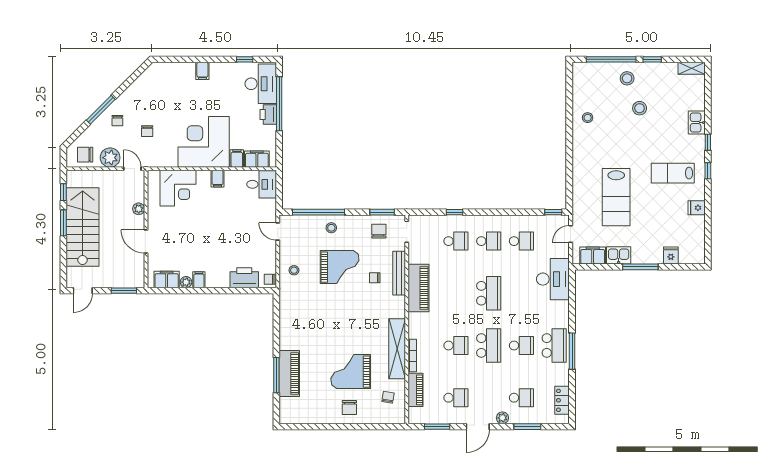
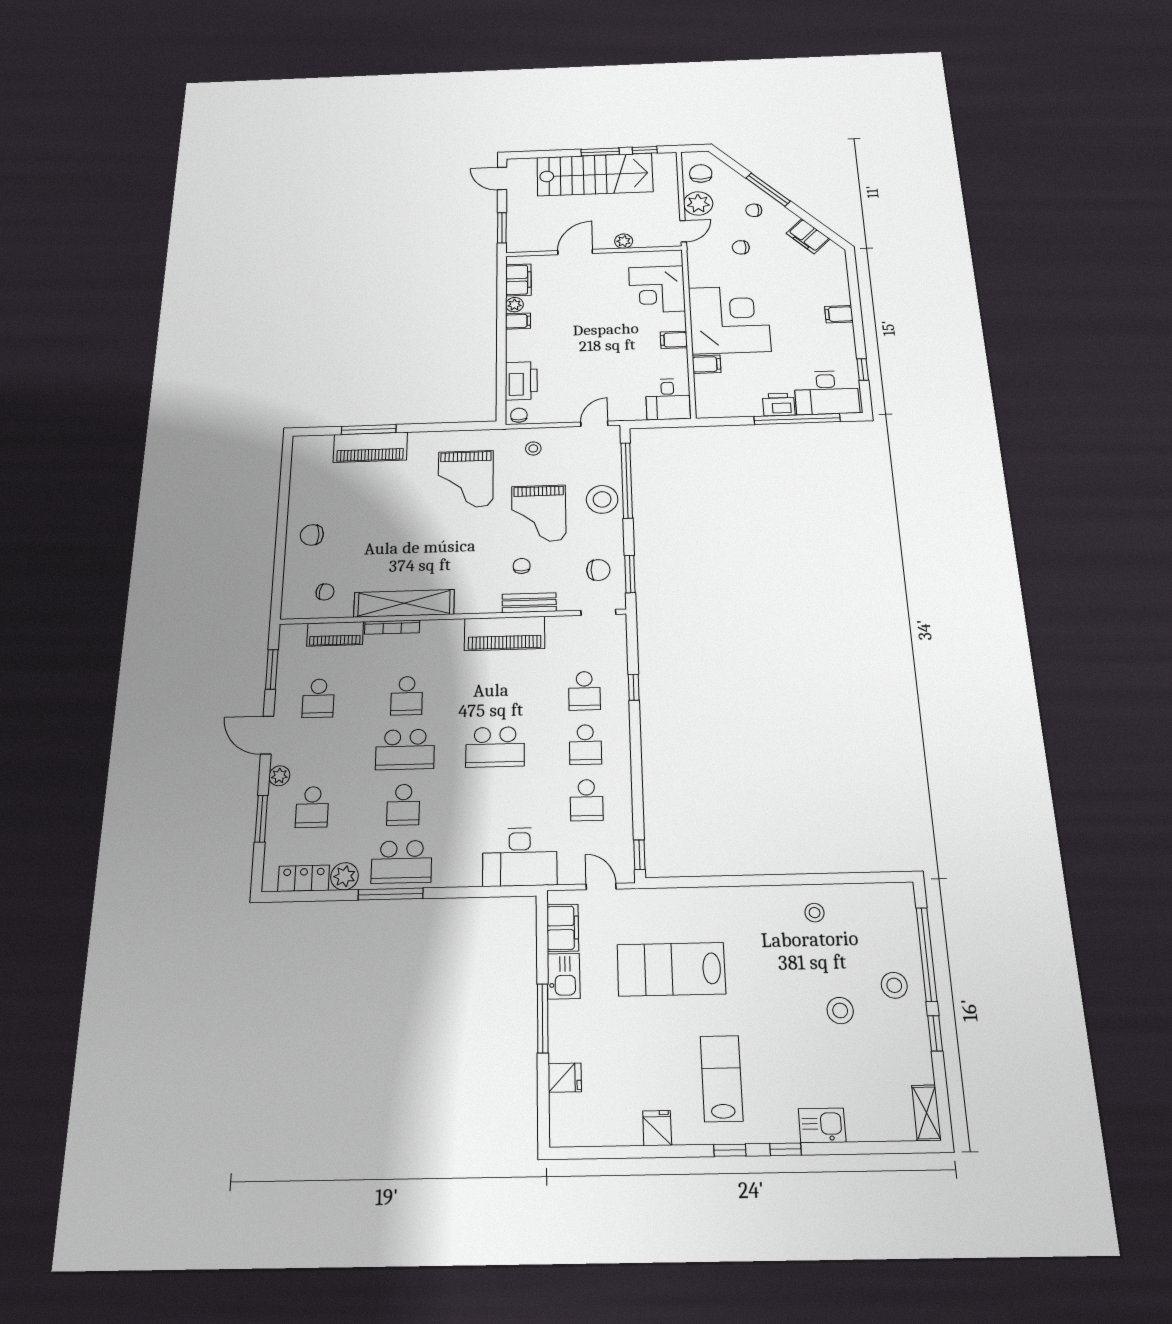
filing cabinet: (257, 159) -> (808, 236), moved, turned 135
stool: (331, 228) -> (602, 499), width x1.89, depth x1.89
bench: (399, 273) -> (529, 603), width x0.73
grand piano: (351, 372) -> (466, 479), moved, turned 180
plant: (562, 377) -> (344, 876), added

